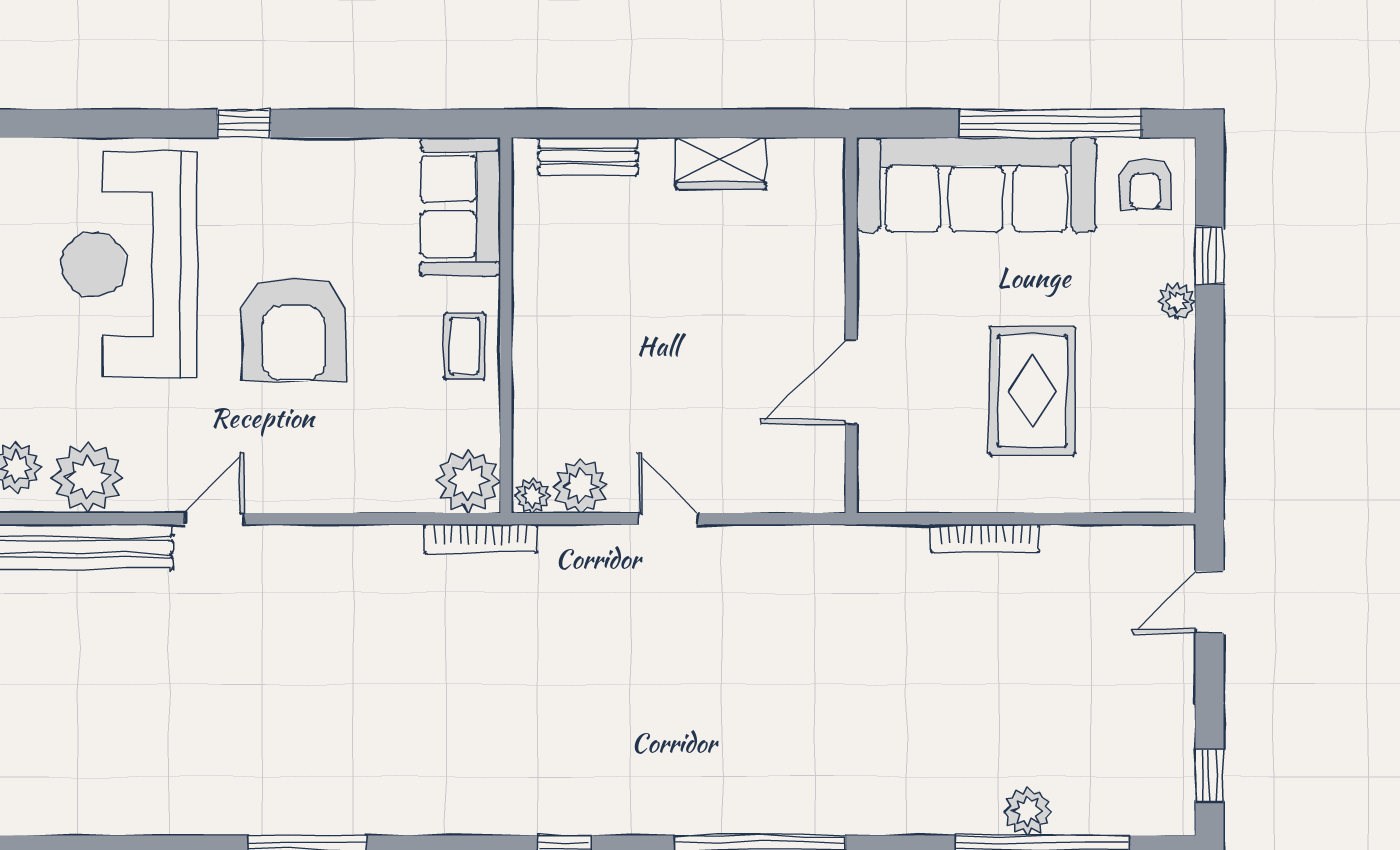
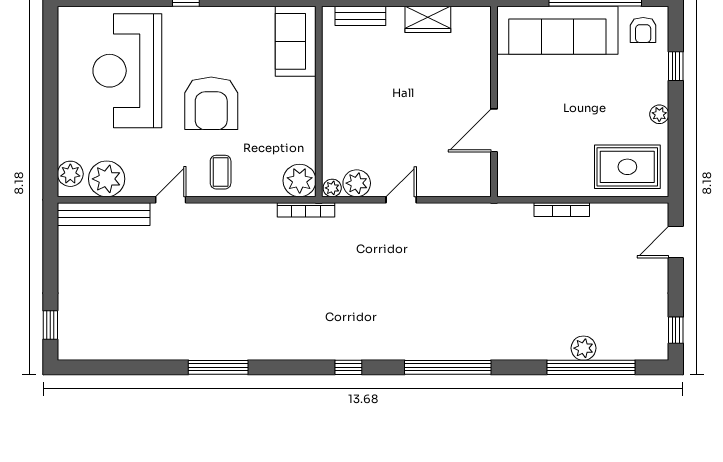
plant: (1177, 301) -> (659, 114), moved
coffee table: (464, 346) -> (221, 172), moved
rug: (1032, 391) -> (627, 167), moved, turned 90
door: (668, 519) -> (401, 200), hinge flipped

